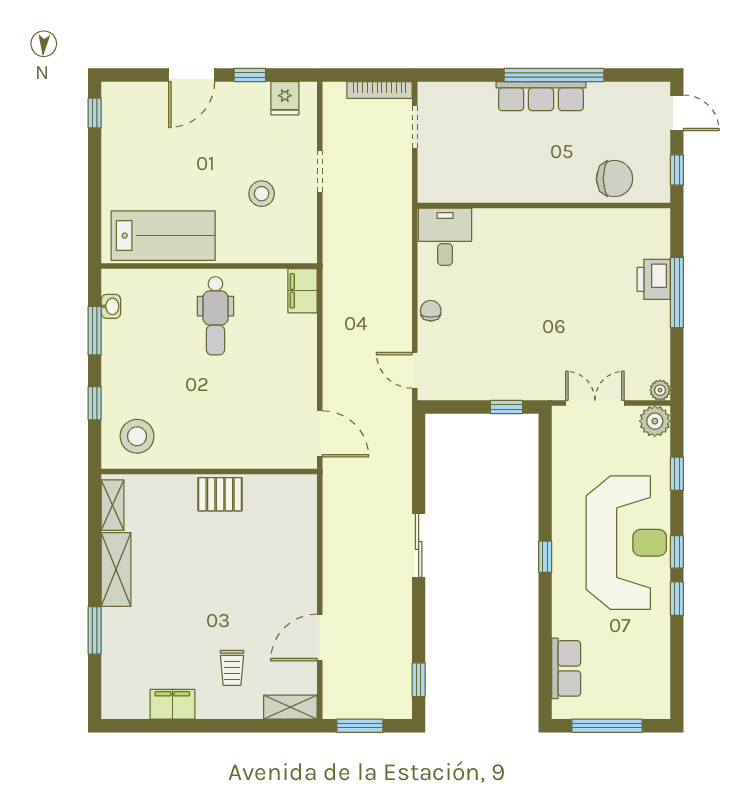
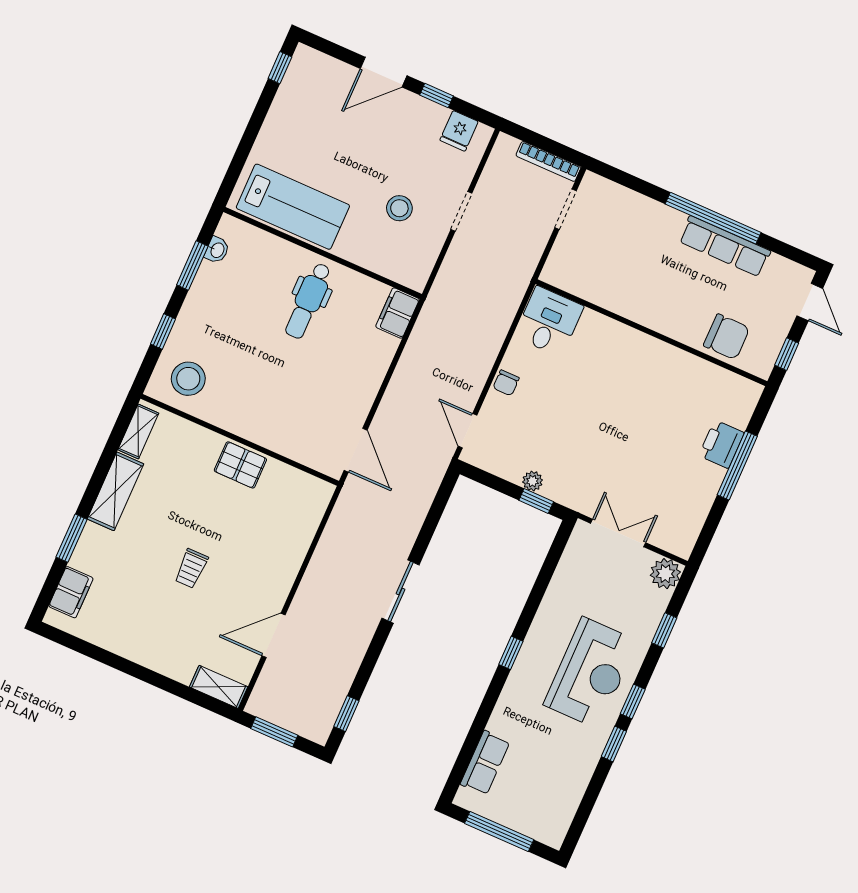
row of seats: (541, 96) -> (725, 246), moved
chair: (431, 311) -> (506, 383), turned 180
plant: (660, 390) -> (533, 481), moved
reception desk: (626, 543) -> (590, 673), width x0.74, depth x0.77
trolley: (232, 668) -> (191, 569), moved
filing cabinet: (172, 704) -> (71, 592), moved, turned 90

